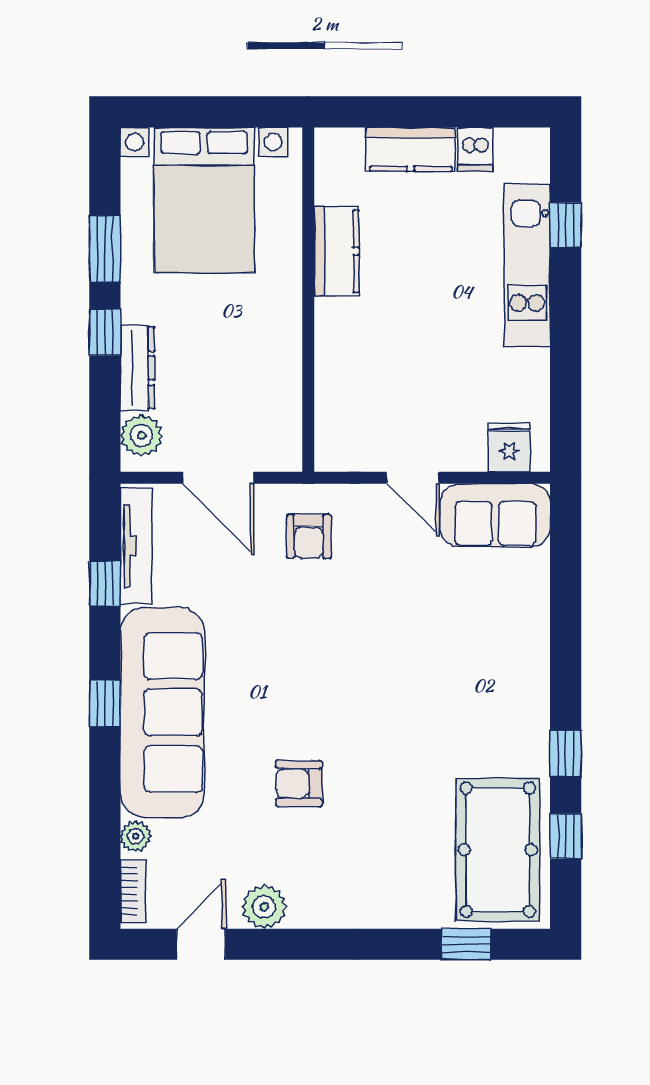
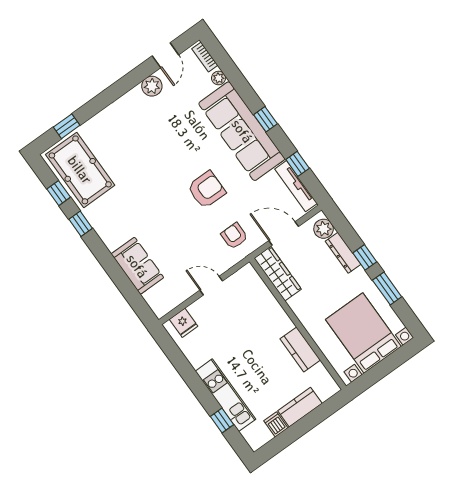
wardrobe: (280, 414) -> (278, 274), added
sofa: (495, 515) -> (137, 266), moved, turned 90
armchair: (299, 784) -> (206, 190), moved, width x1.38, depth x1.38

